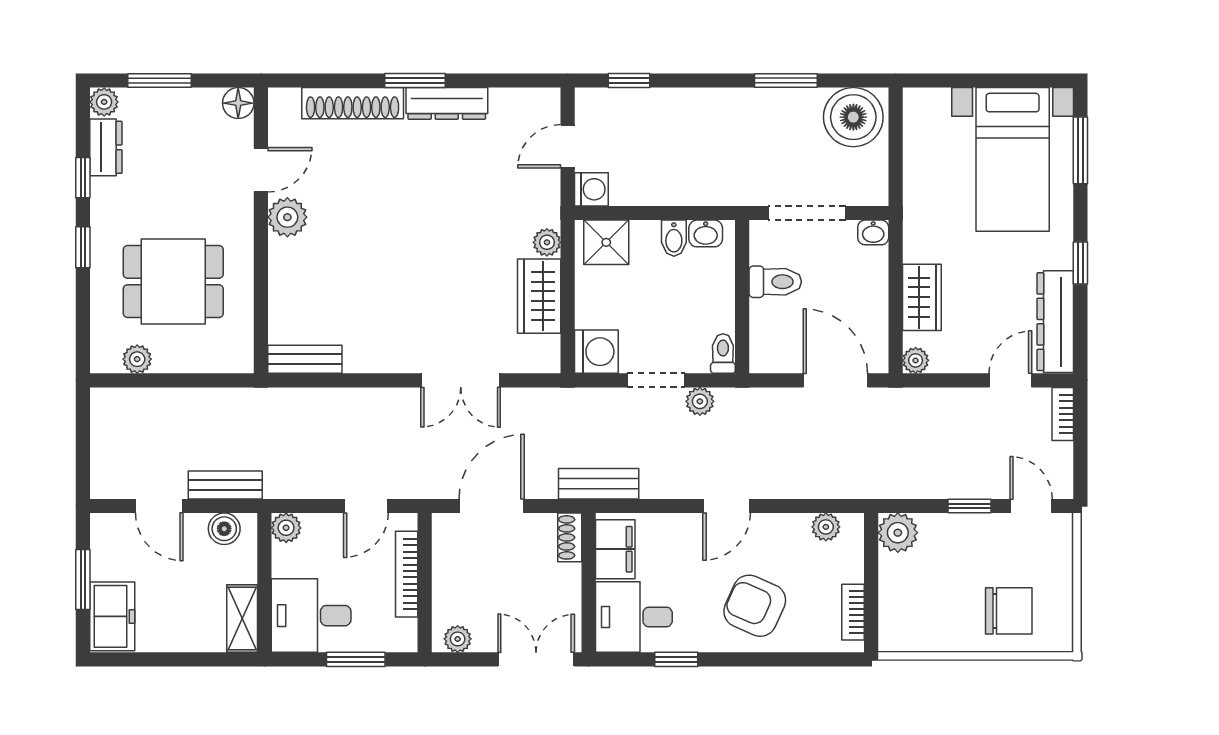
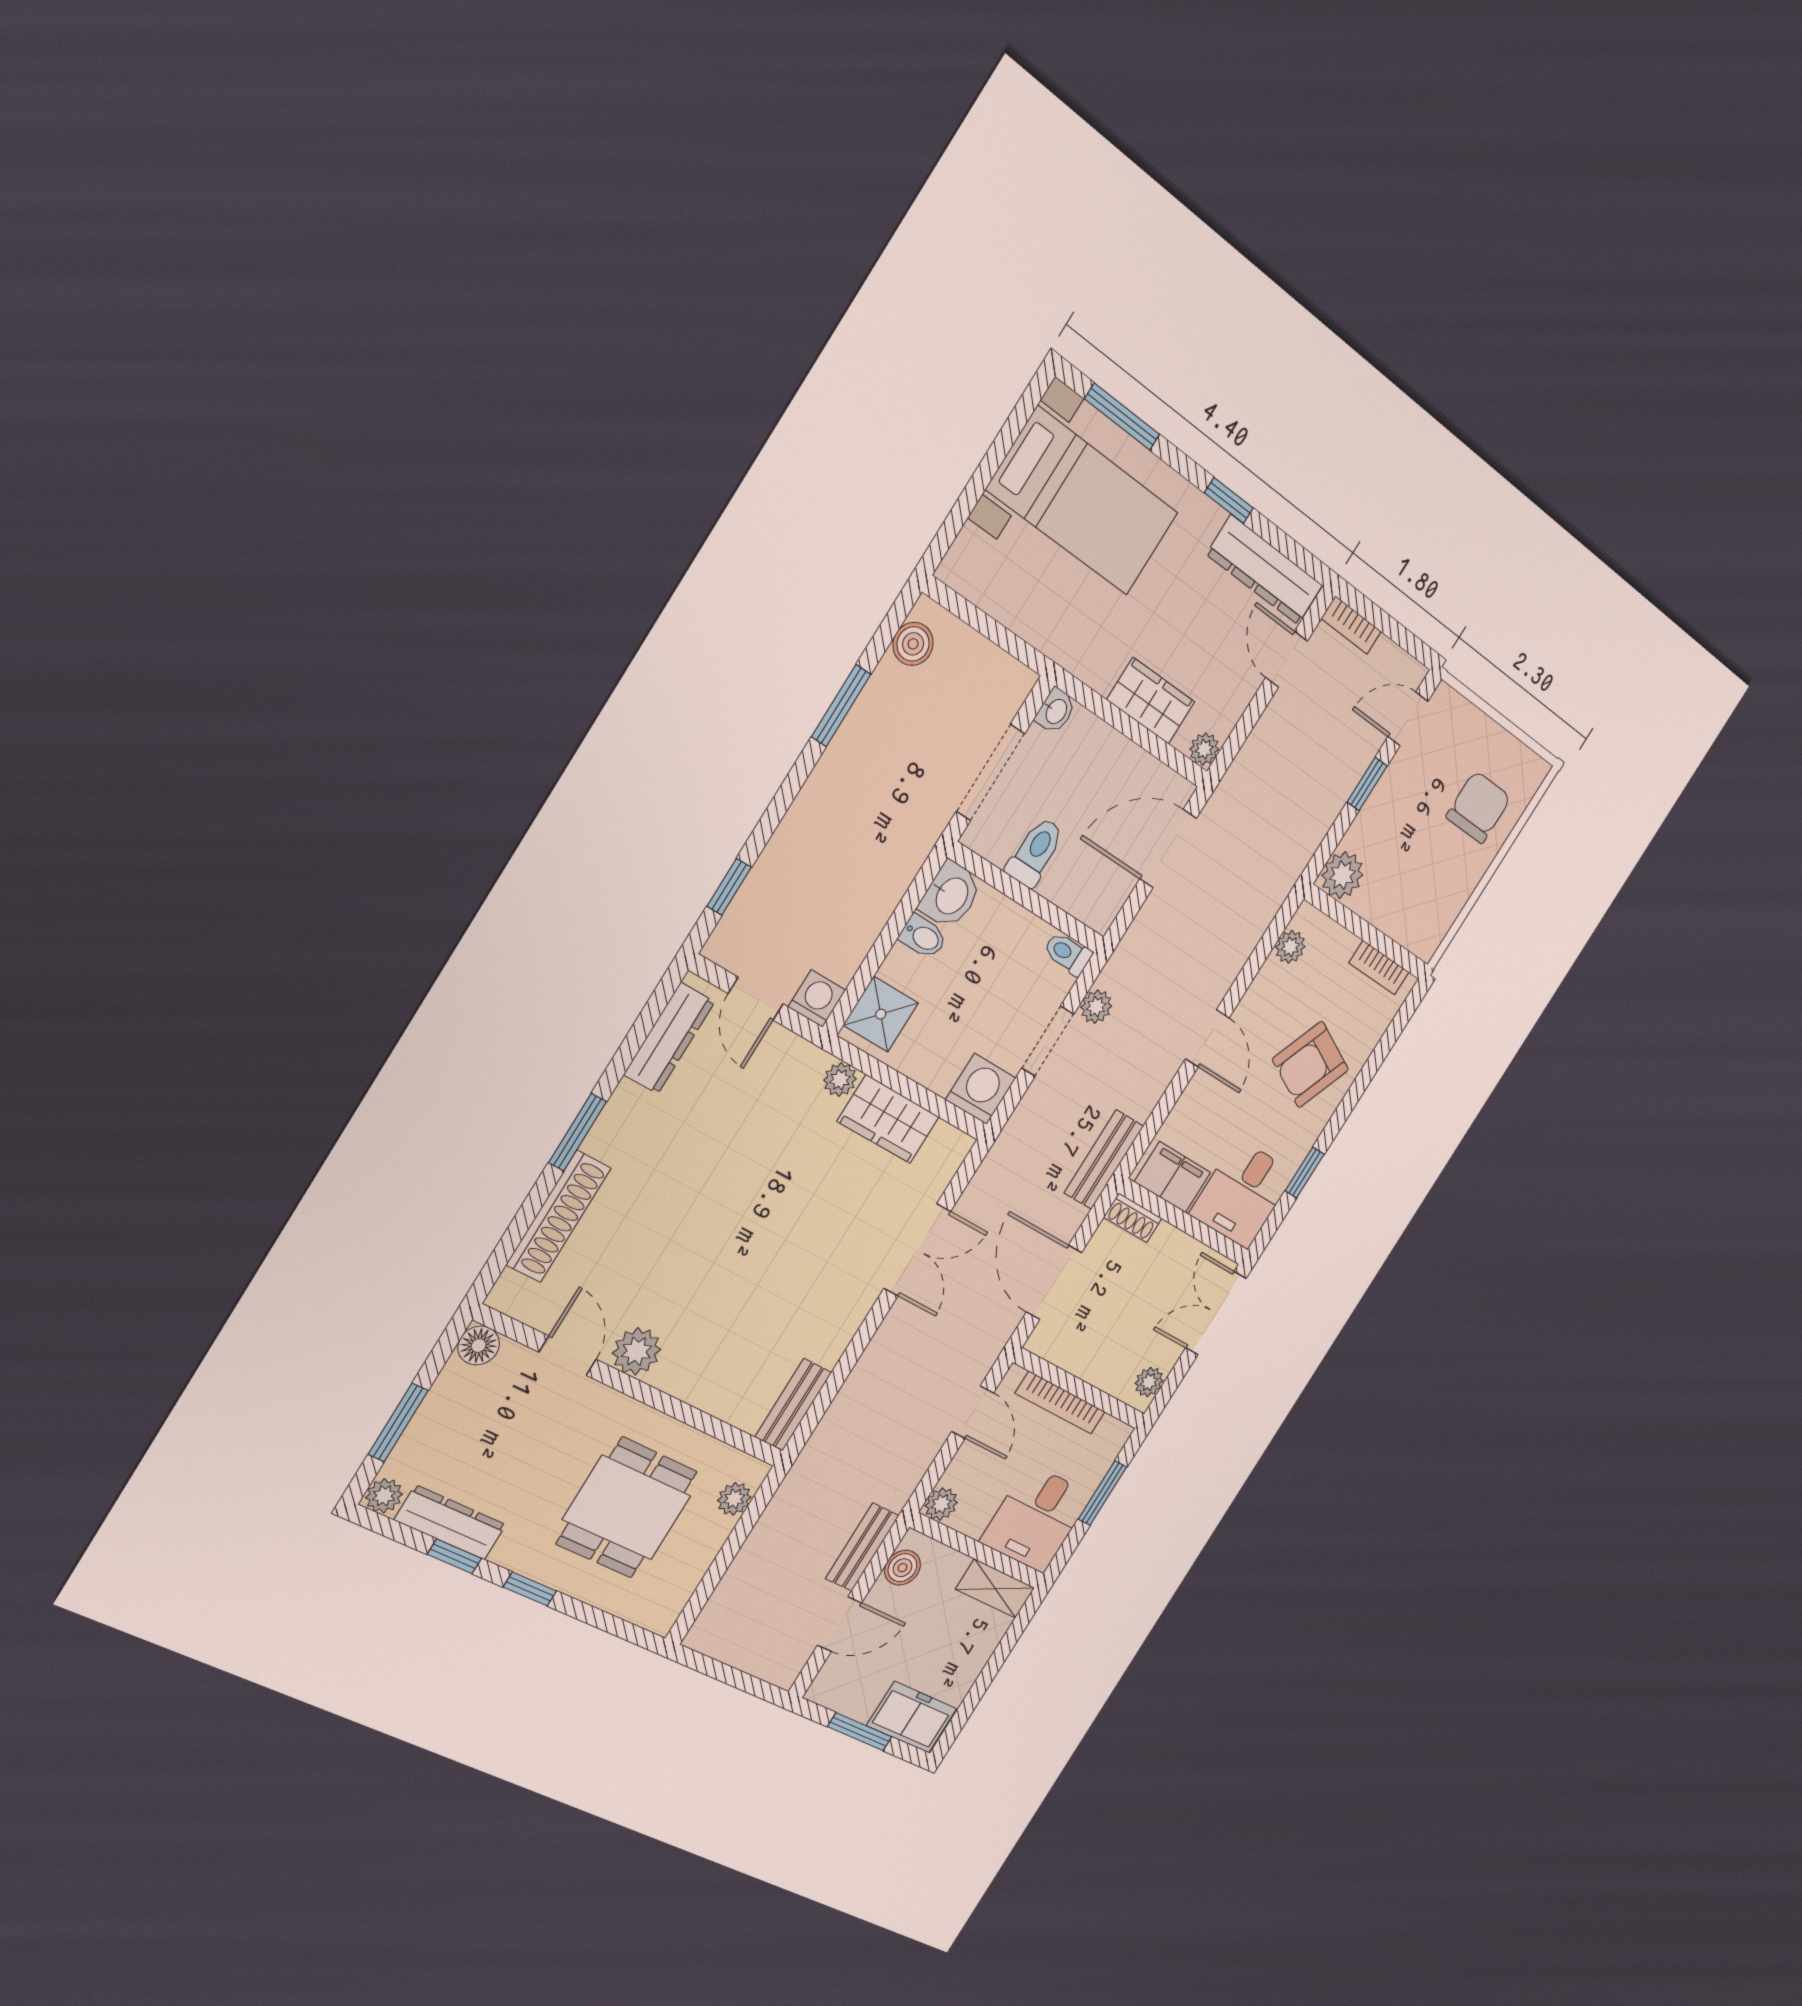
dresser: (447, 103) -> (669, 1038), moved
boiler: (853, 117) -> (913, 644), width x0.54, depth x0.54
dresser: (106, 147) -> (450, 1522), width x1.44
washbasin: (706, 233) -> (951, 895), width x1.38, depth x1.45
plant: (137, 359) -> (734, 1499), moved

